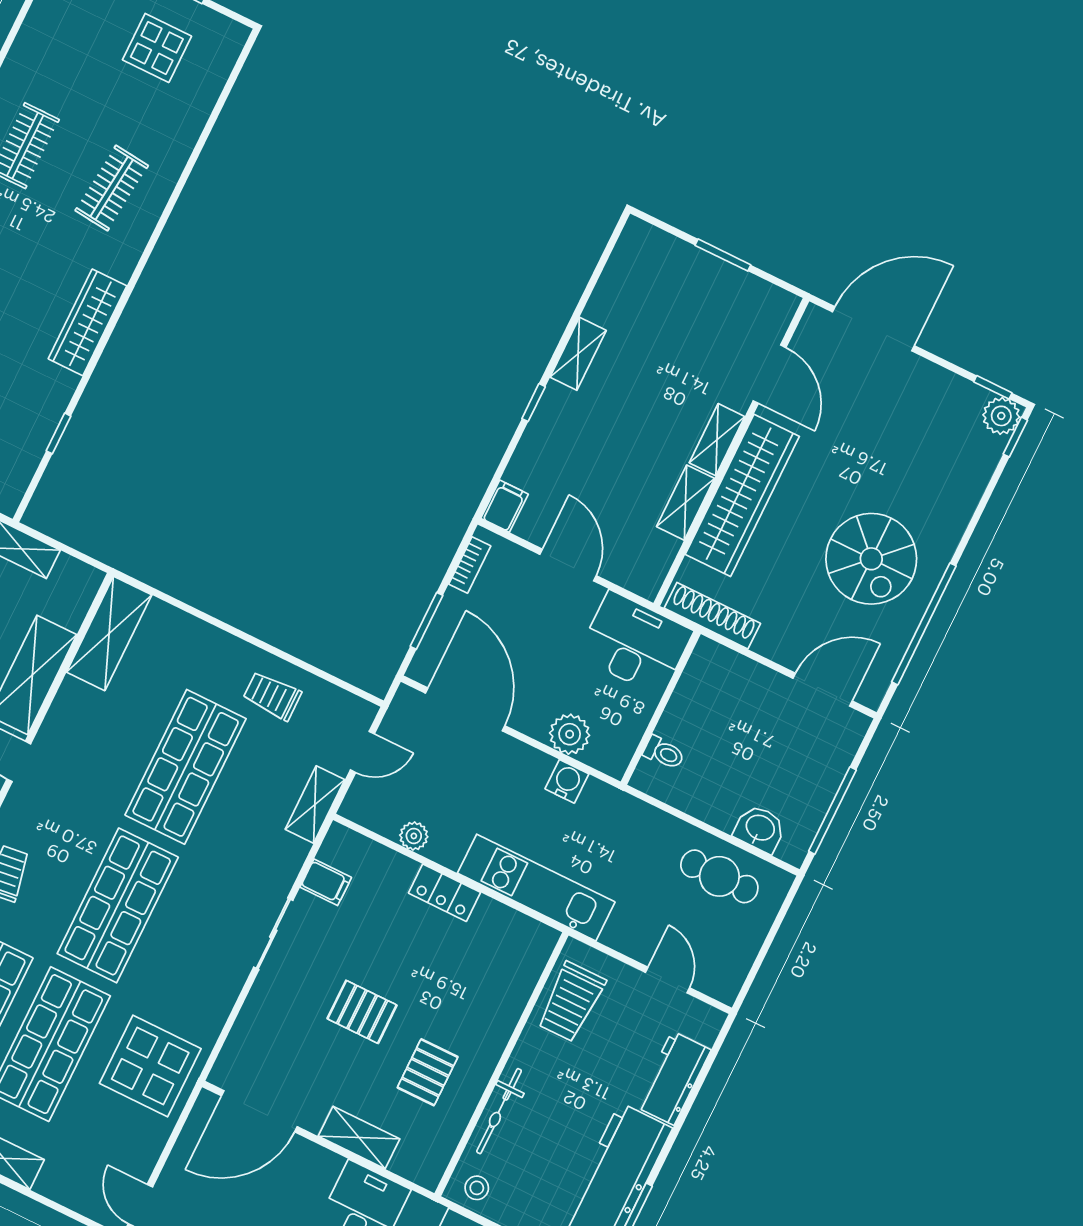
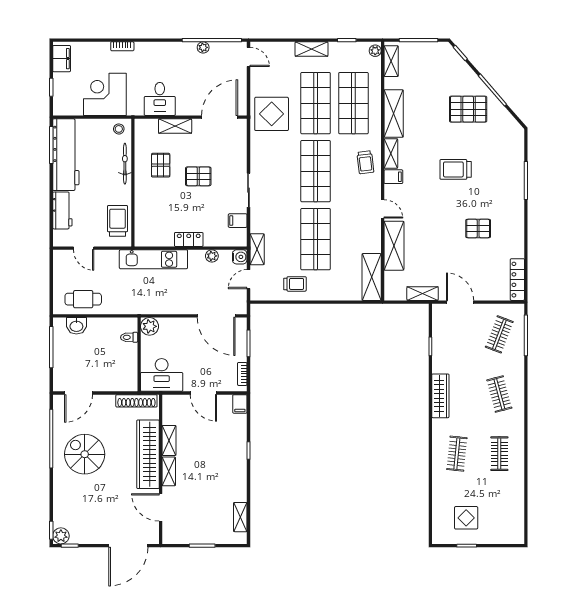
shelving: (578, 354) -> (240, 517), moved
plant: (570, 734) -> (149, 326), moved
water cooler: (567, 781) -> (240, 257), moved, turned -90

